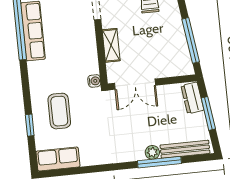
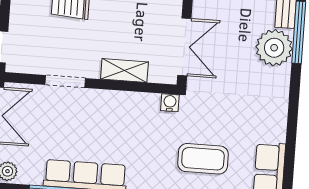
plant: (152, 152) -> (274, 48), width x1.88, depth x1.88

